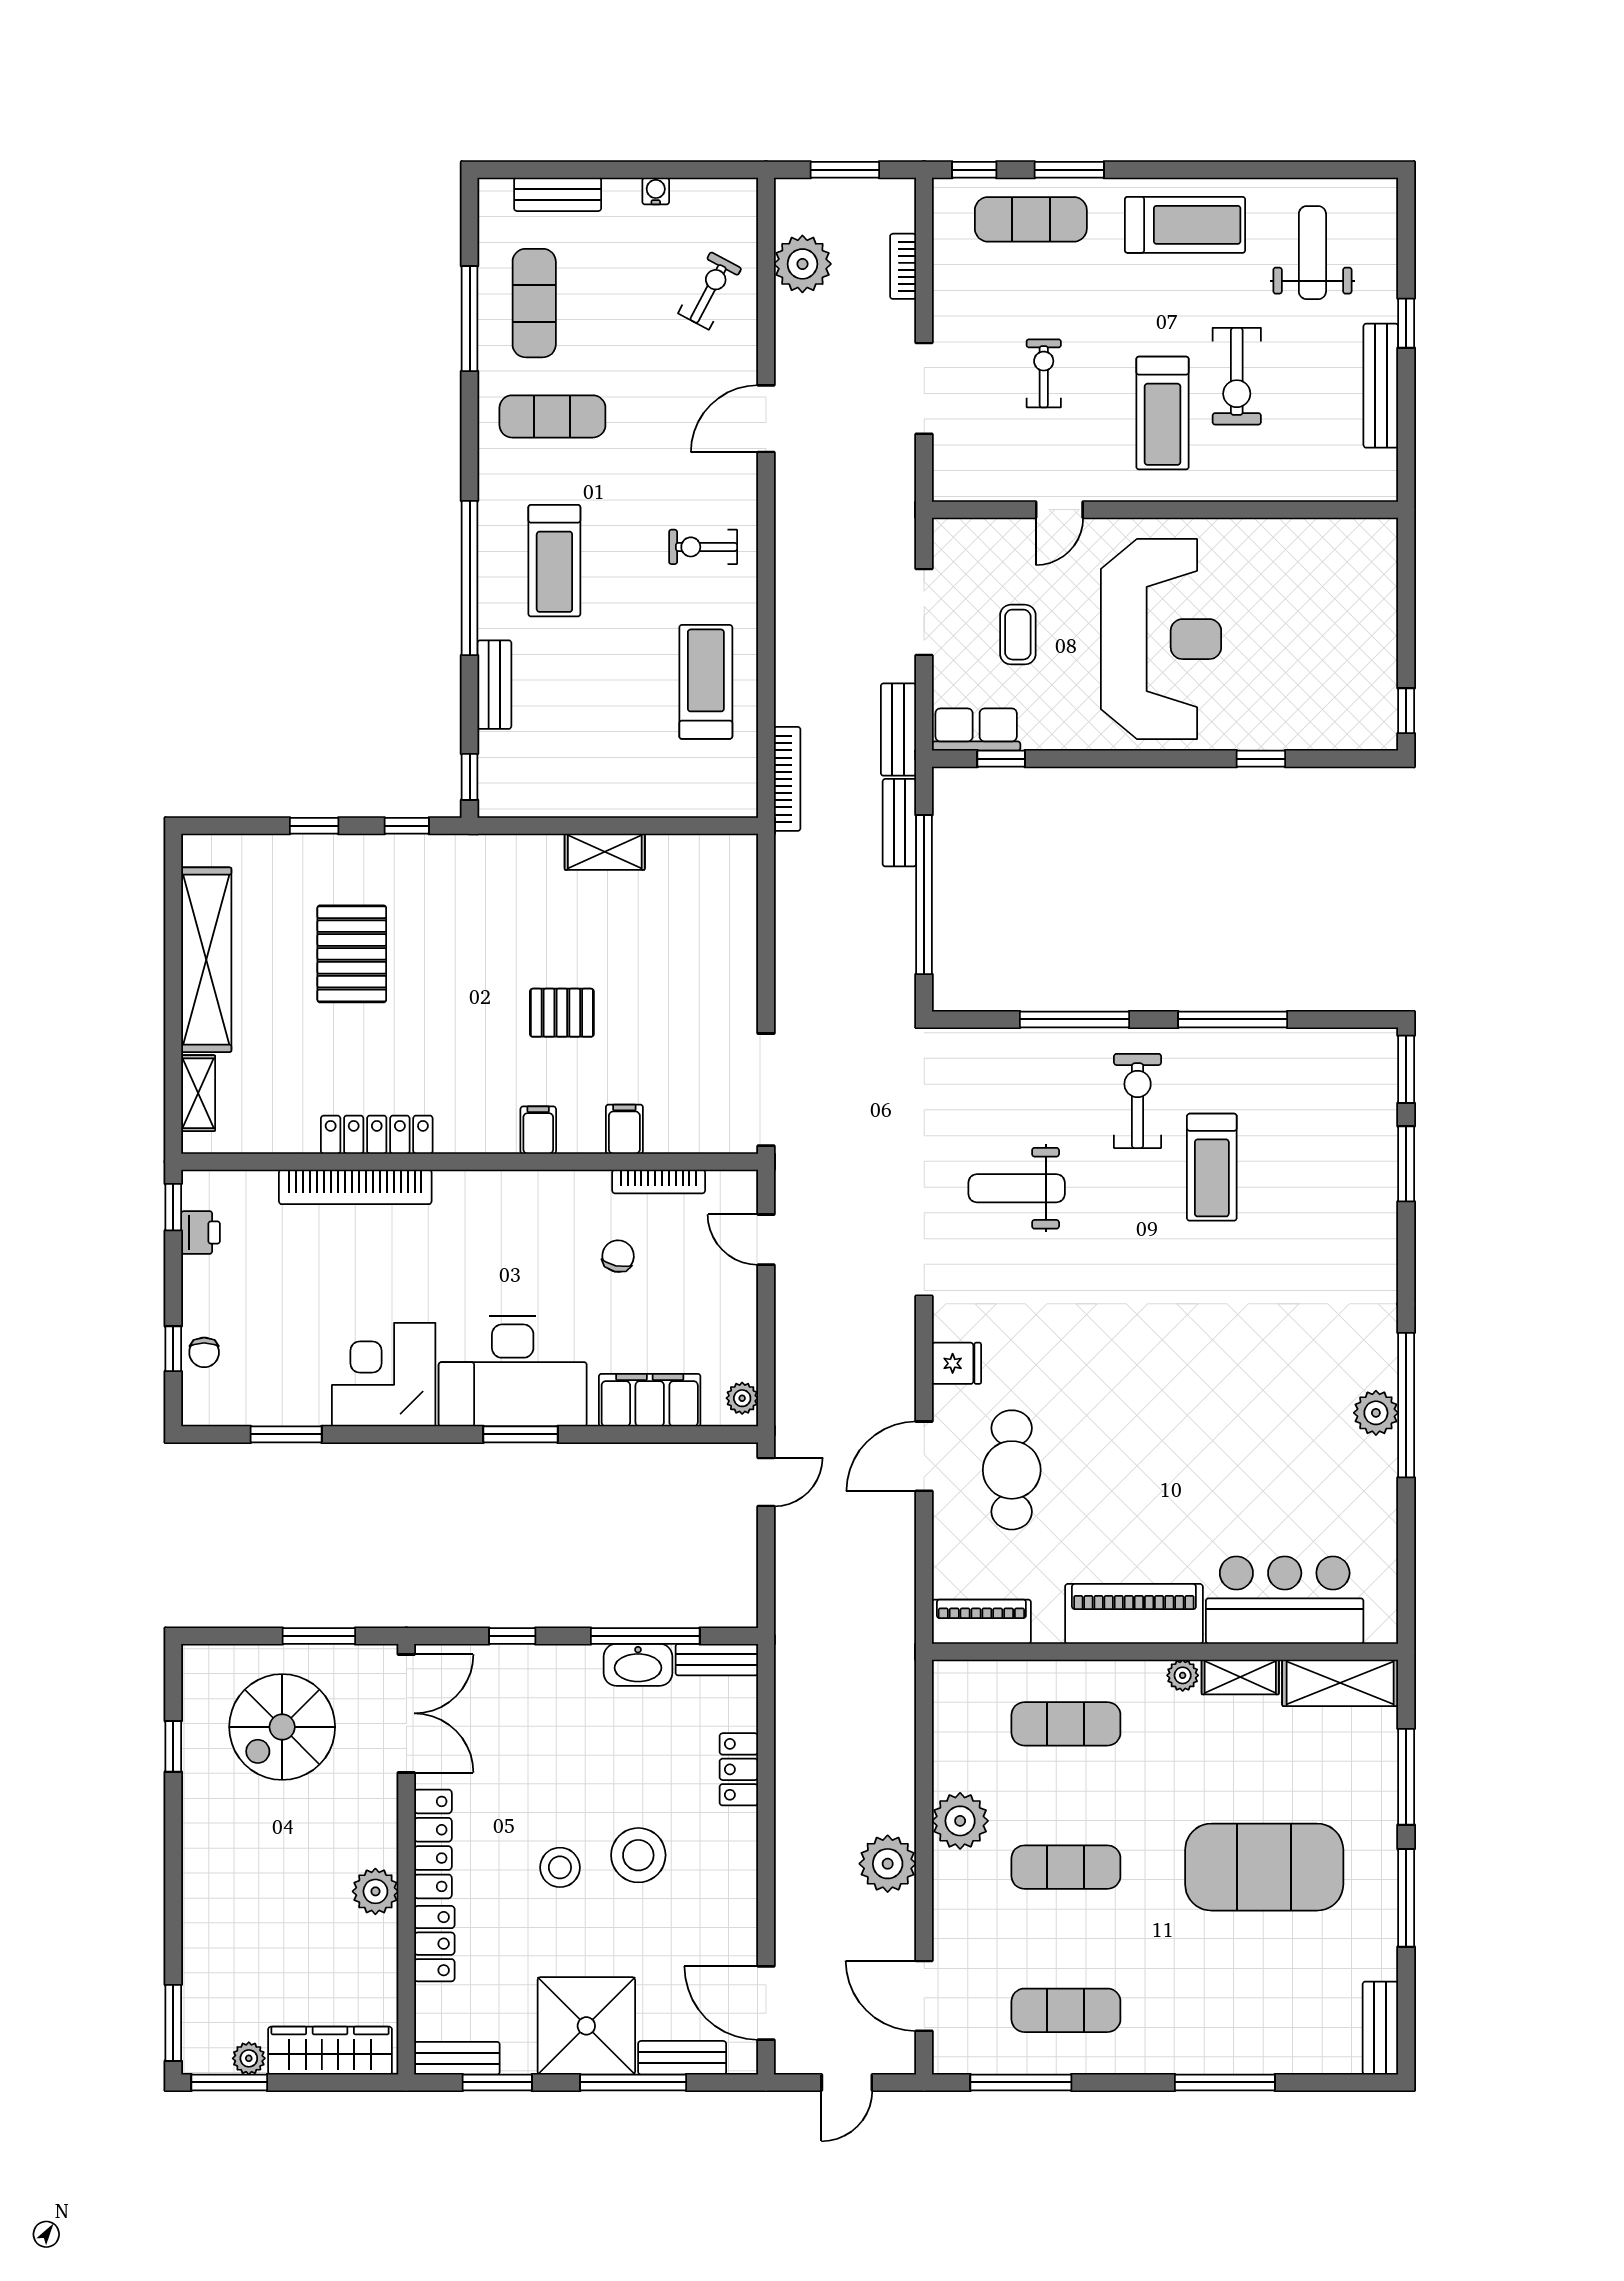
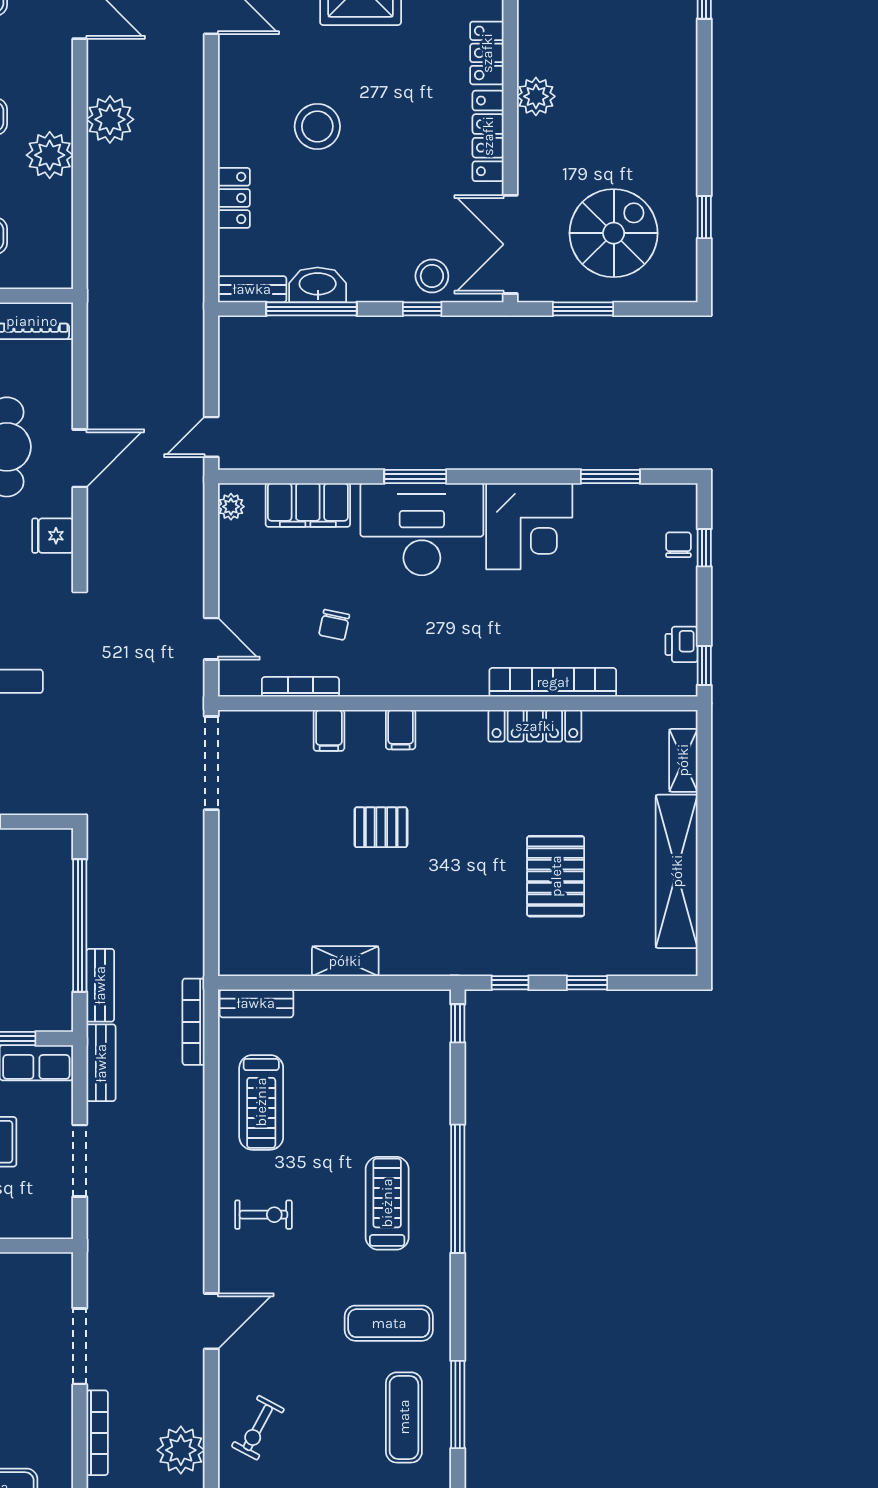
bookcase: (903, 266) -> (97, 1433), width x1.56
bench: (494, 685) -> (256, 1003), moved, turned 90
stool: (560, 1867) -> (432, 276), moved

